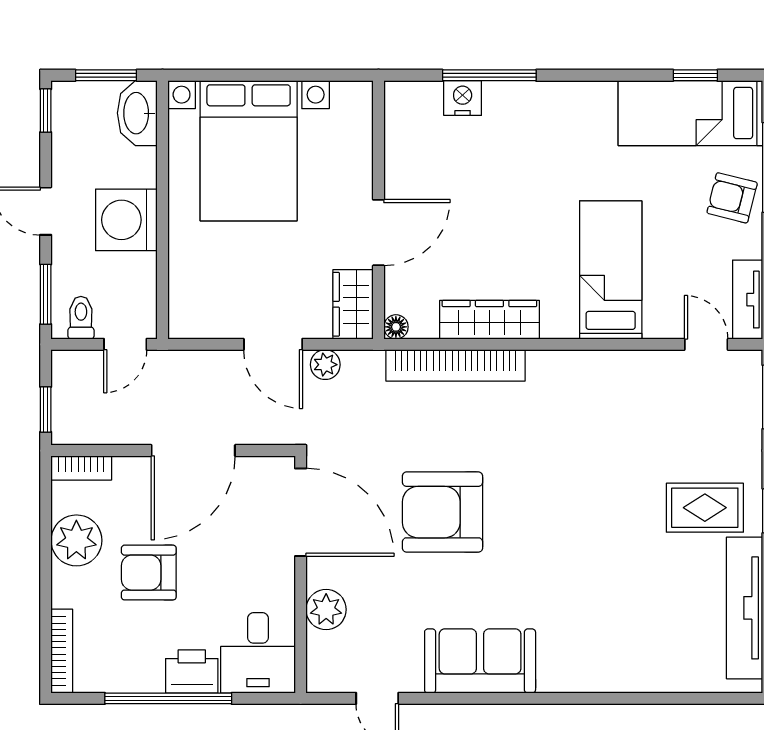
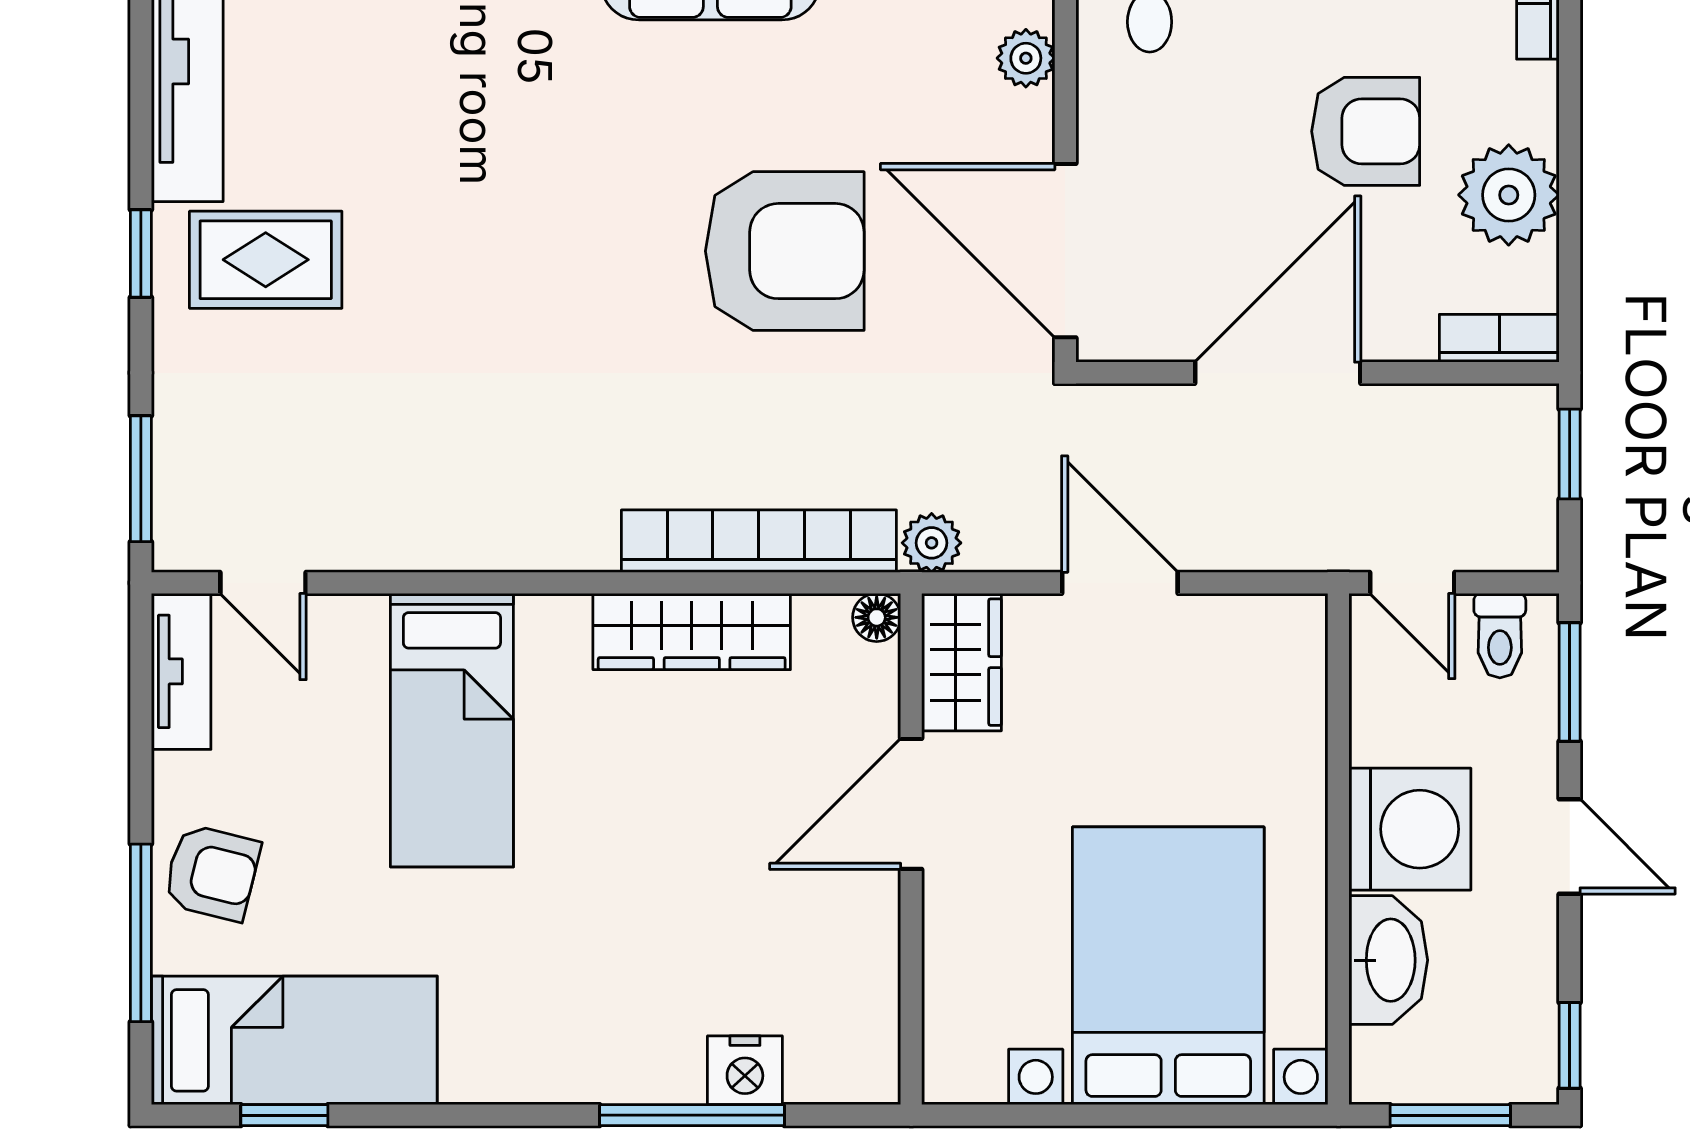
washbasin: (137, 113) -> (1388, 960), moved
door: (125, 344) -> (1412, 583), swing flipped
plant: (325, 365) -> (932, 543), moved
plant: (326, 610) -> (1026, 58), width x0.73, depth x0.73

